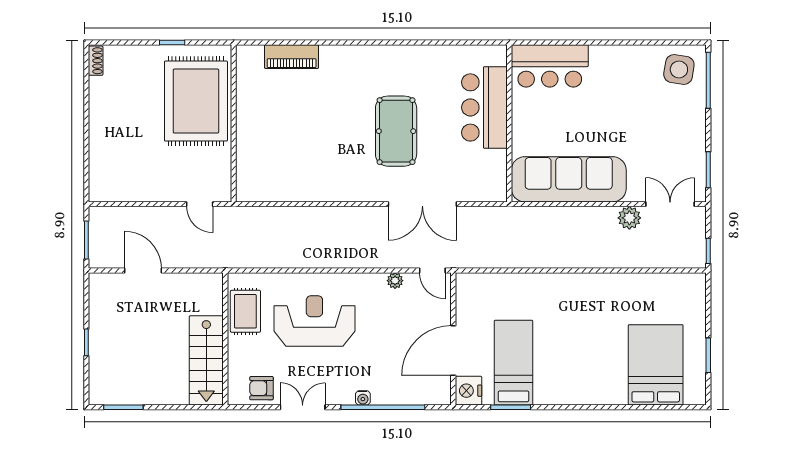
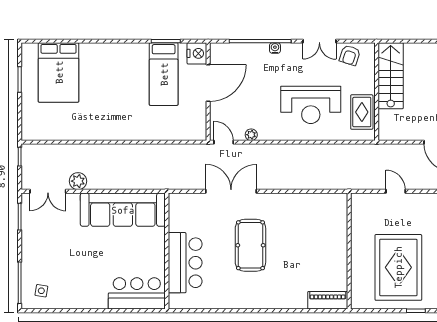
side table: (679, 70) -> (41, 291), width x0.54, depth x0.54
wall: (234, 123) -> (349, 251), moved
armchair: (262, 388) -> (350, 55), turned 108

